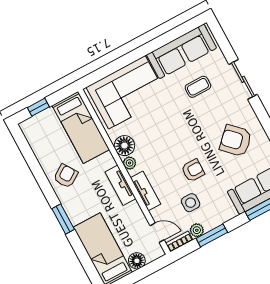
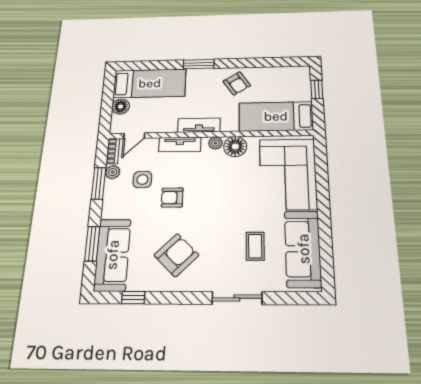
armchair: (193, 170) -> (172, 198), turned 90

